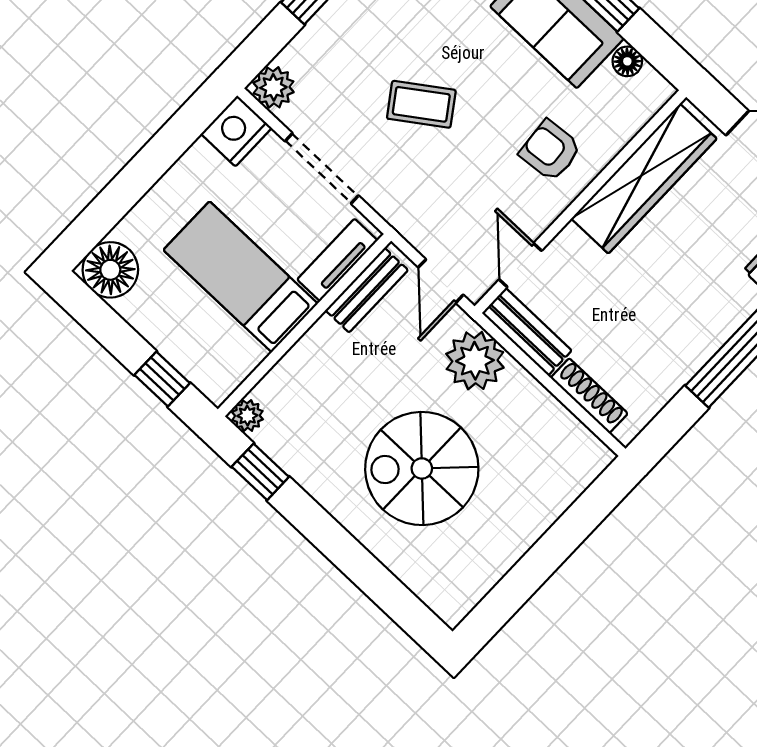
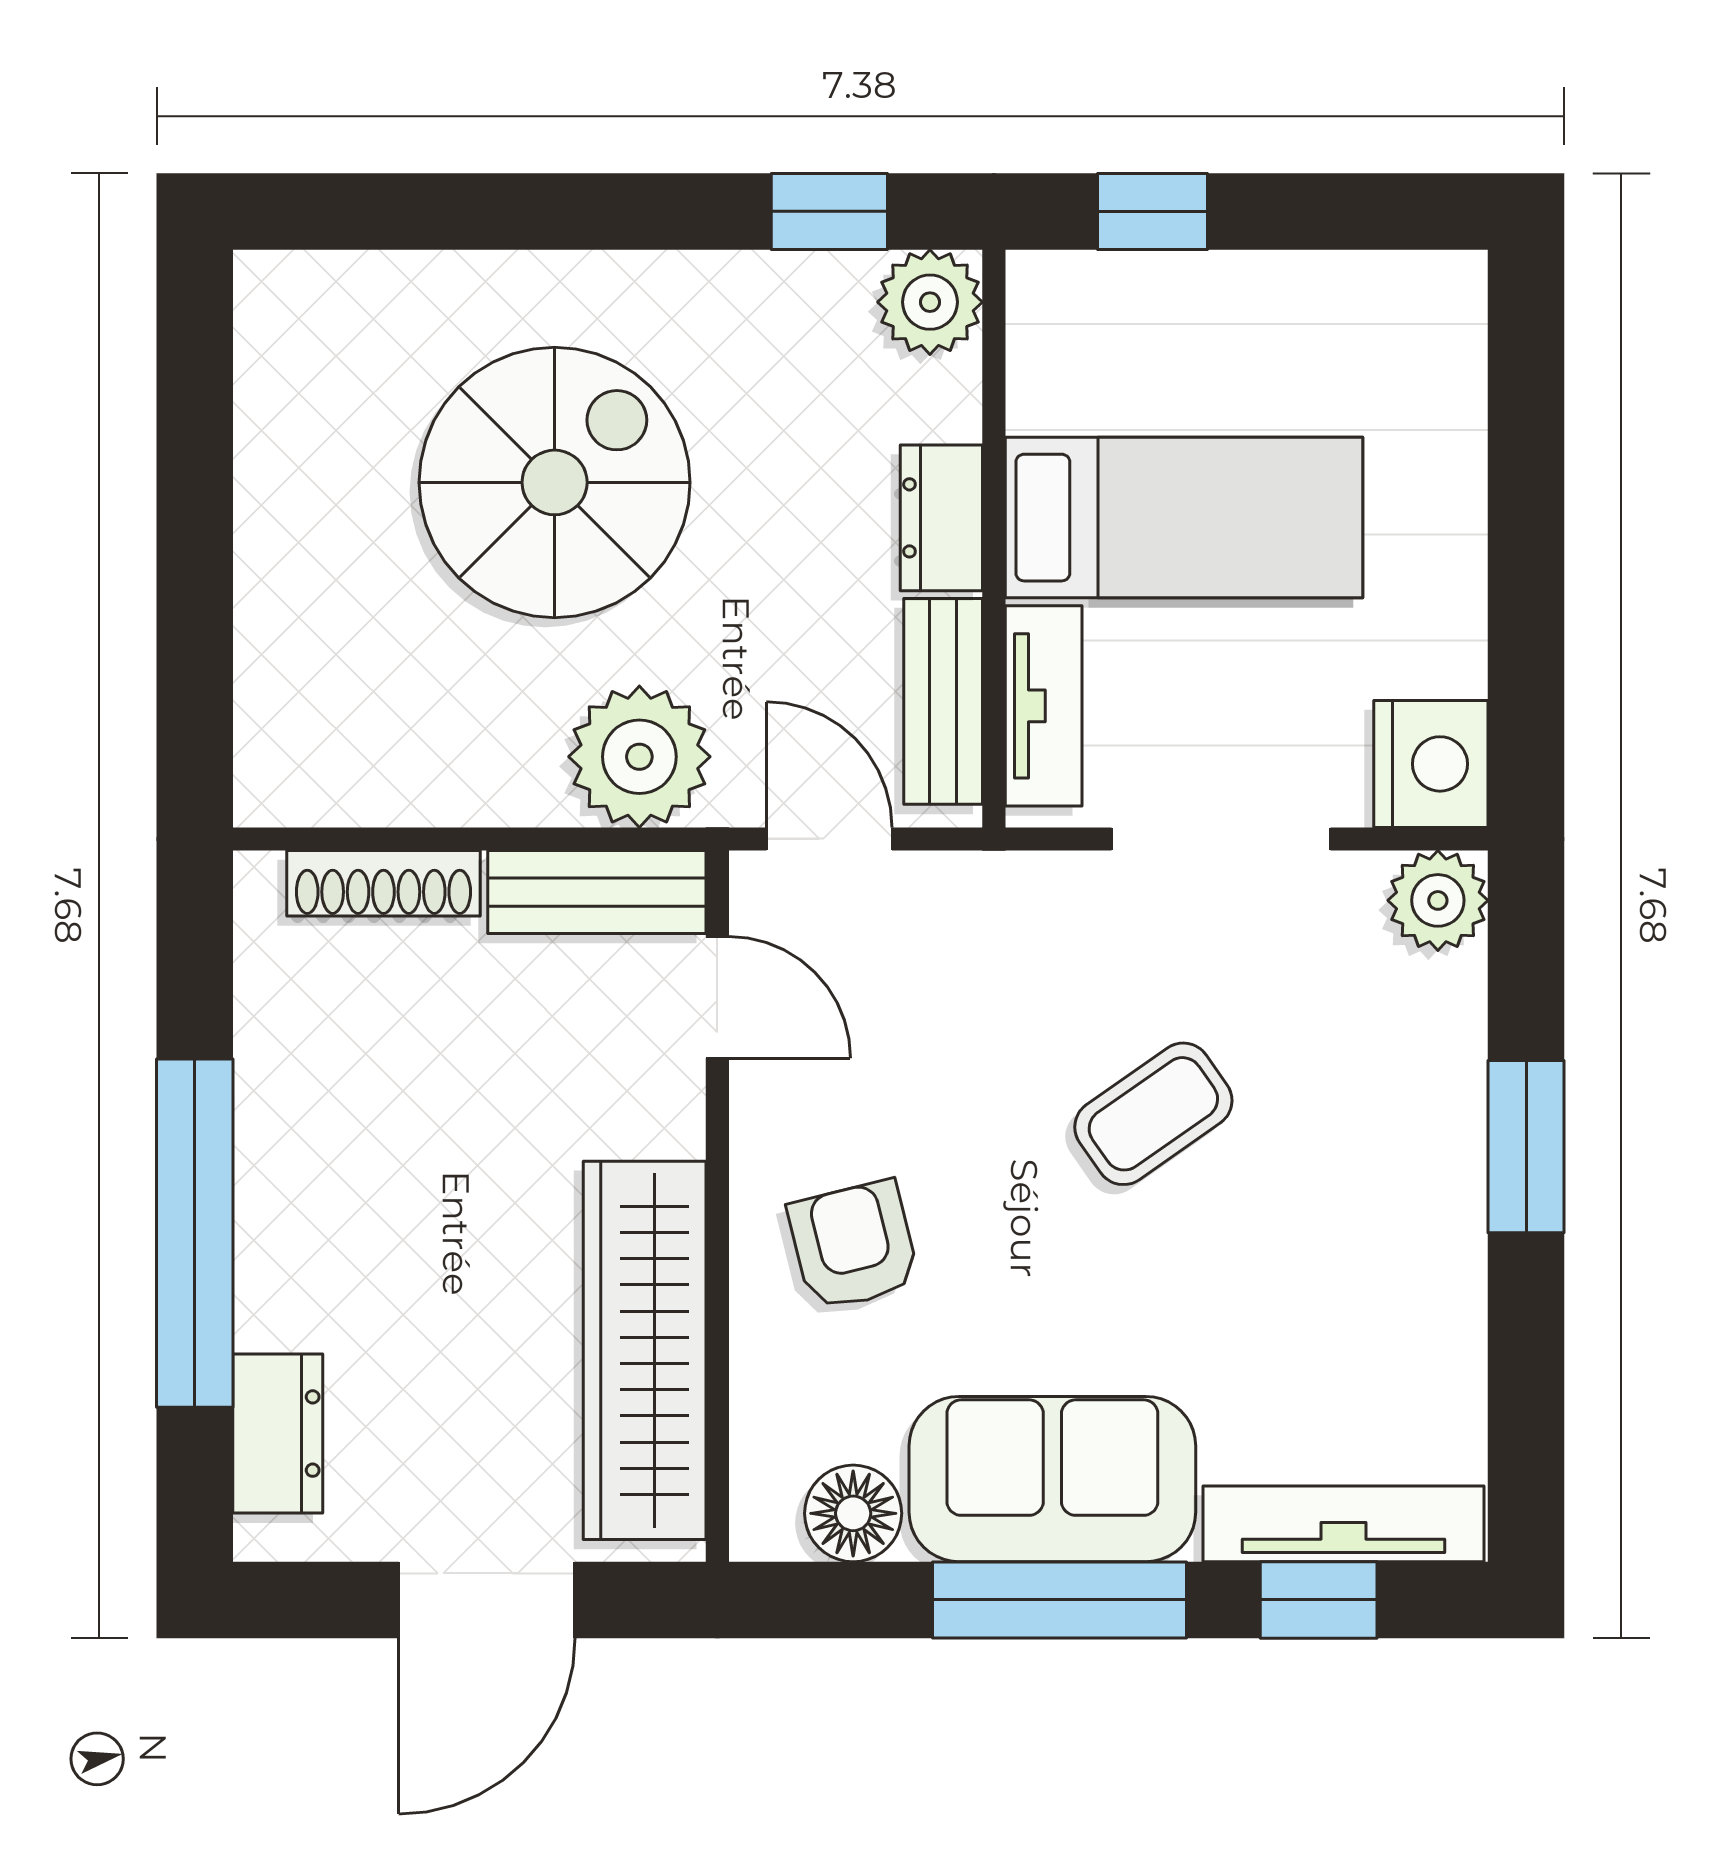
floor lamp: (627, 61) -> (853, 1513), width x1.37, depth x1.37
armchair: (550, 150) -> (854, 1245), turned -99
floor lamp: (110, 270) -> (1422, 316), removed
dresser: (314, 346) -> (941, 518), added
plant: (247, 416) -> (930, 302), width x1.38, depth x1.38

